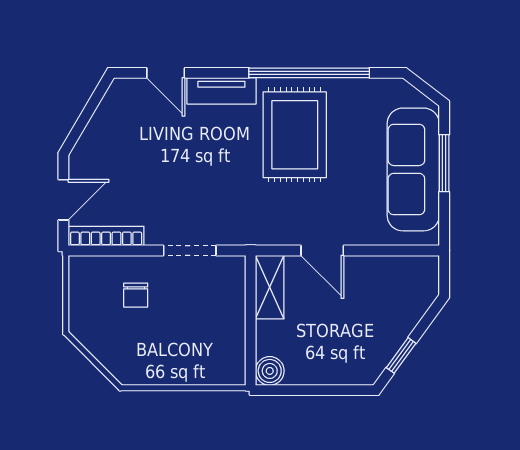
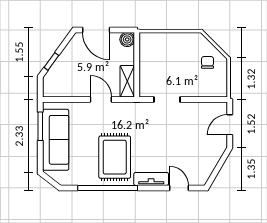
window: (444, 163) -> (40, 126), moved
bookcase: (106, 236) -> (209, 107), removed
chair: (136, 295) -> (207, 62), moved
window: (401, 355) -> (51, 61), moved
door: (332, 390) -> (96, 30), added

